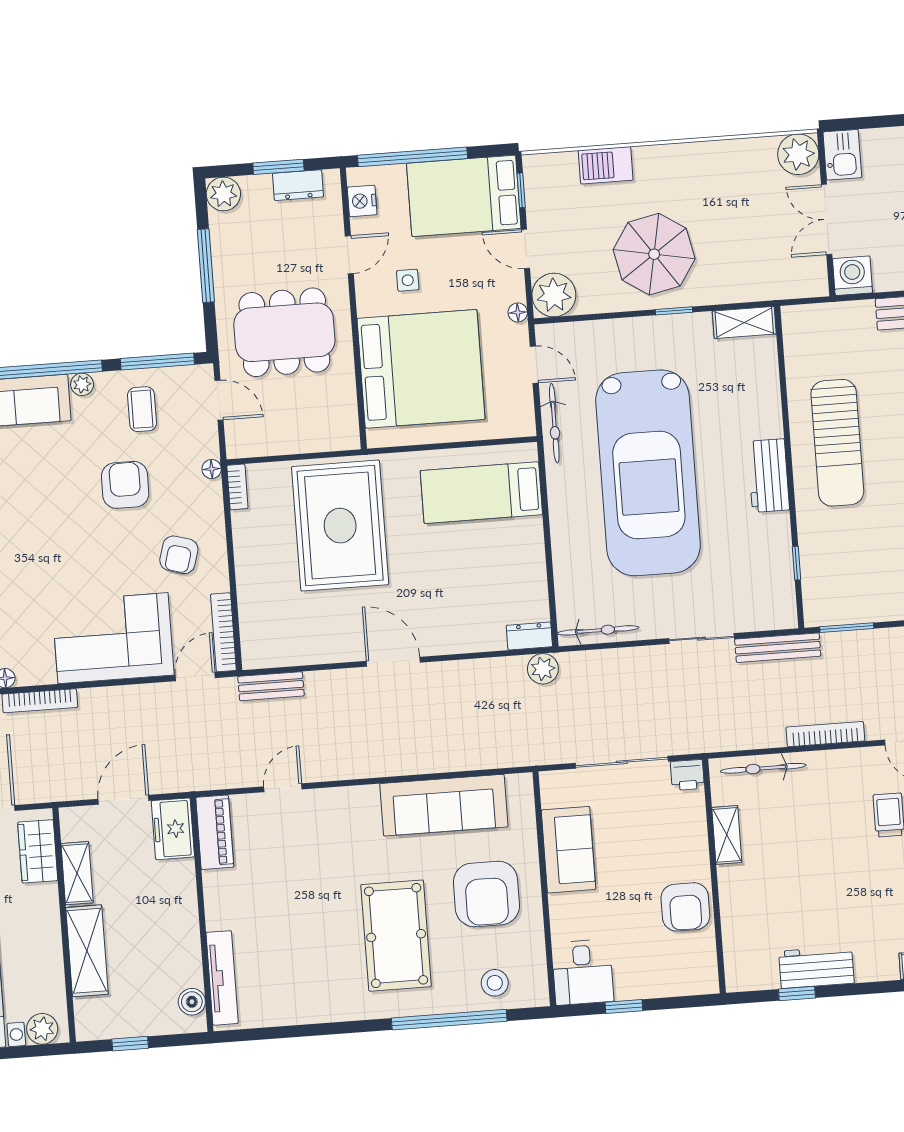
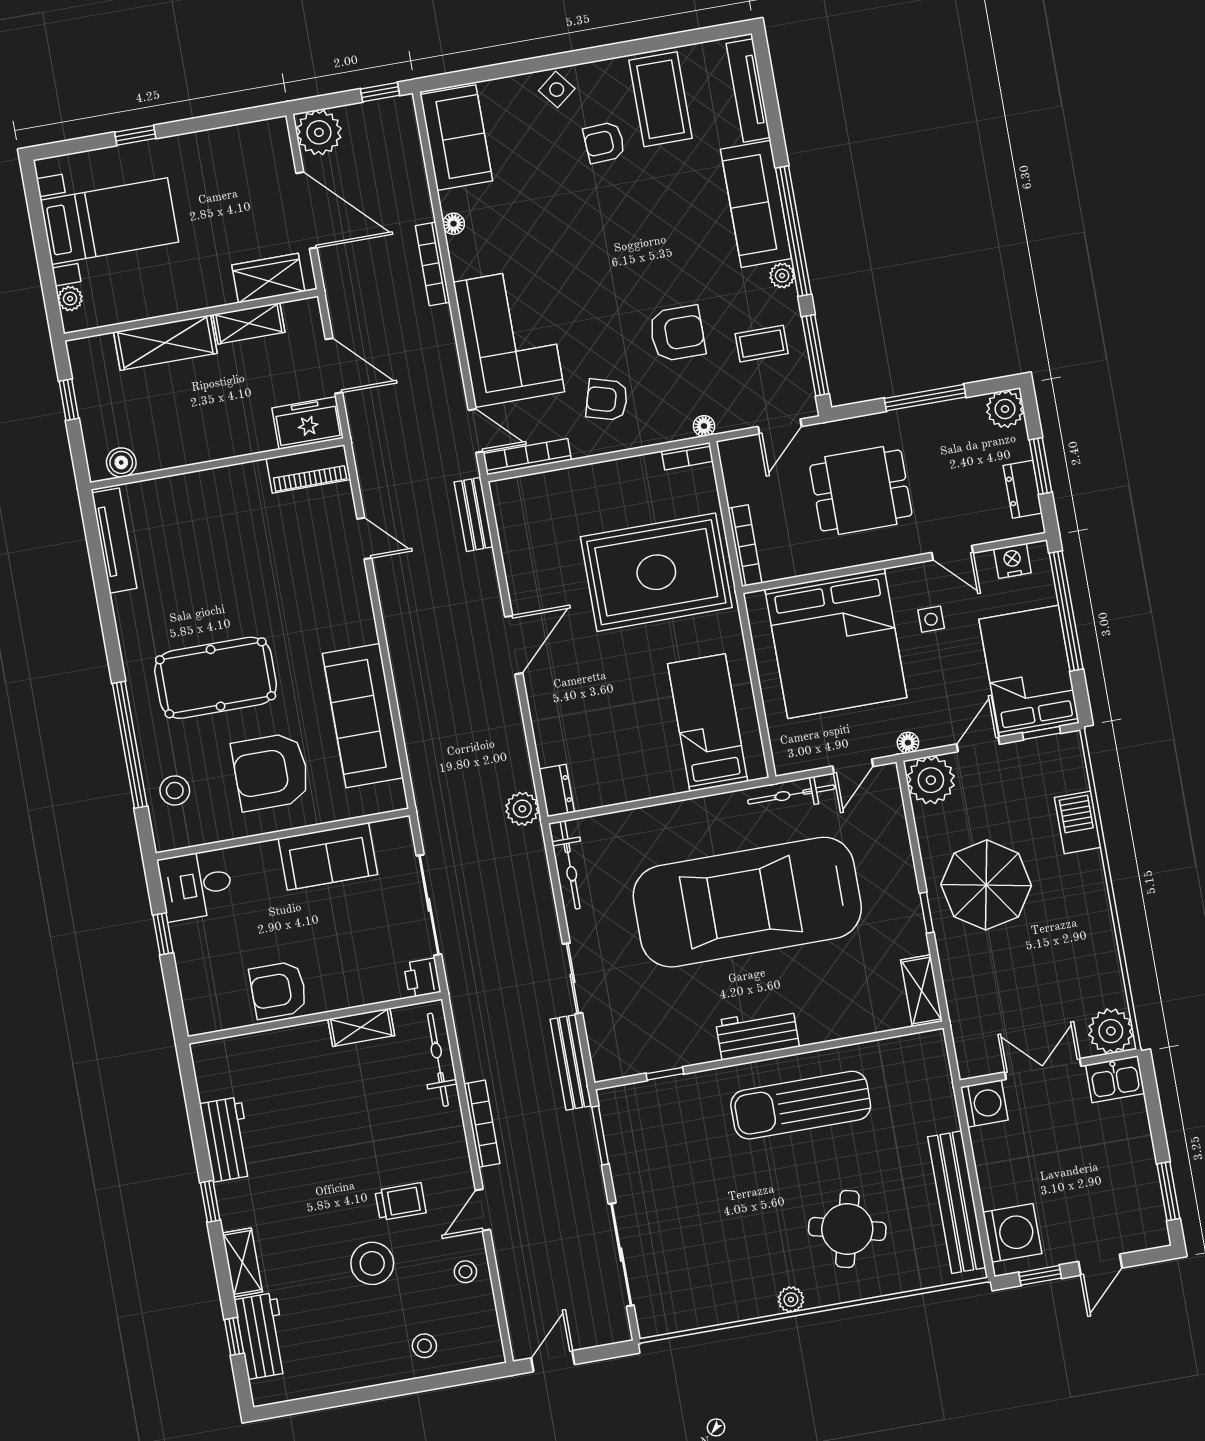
dining table: (284, 332) -> (861, 491), width x0.73
bookcase: (324, 443) -> (745, 546), added
tv unit: (222, 978) -> (114, 541), moved, turned -90
window: (797, 993) -> (210, 1201), moved
plant: (42, 1029) -> (70, 299), width x0.73, depth x0.73

